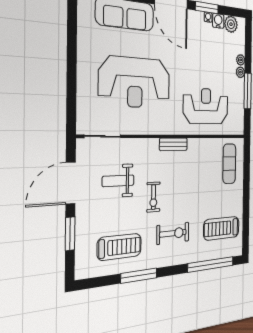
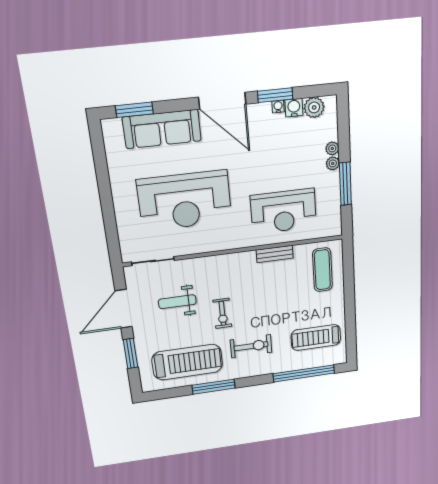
reception desk: (206, 106) -> (284, 211), turned 180
bench: (173, 144) -> (275, 254), moved
treadmill: (119, 247) -> (187, 362), width x1.37, depth x1.38

